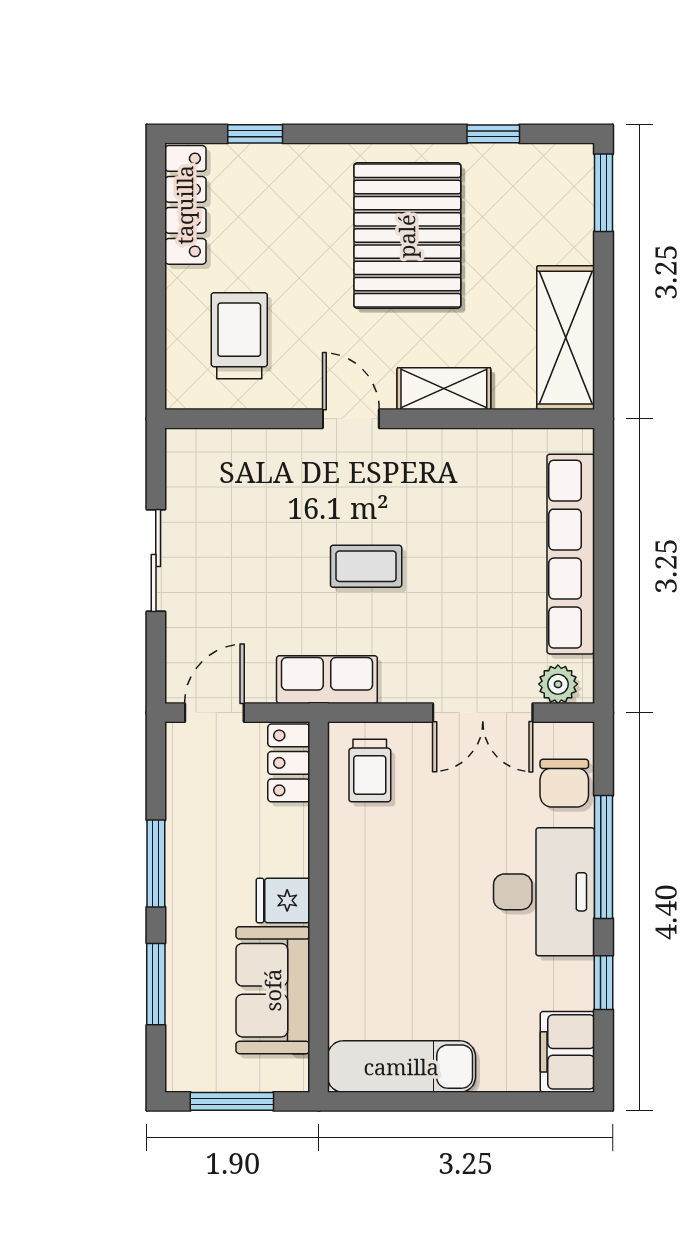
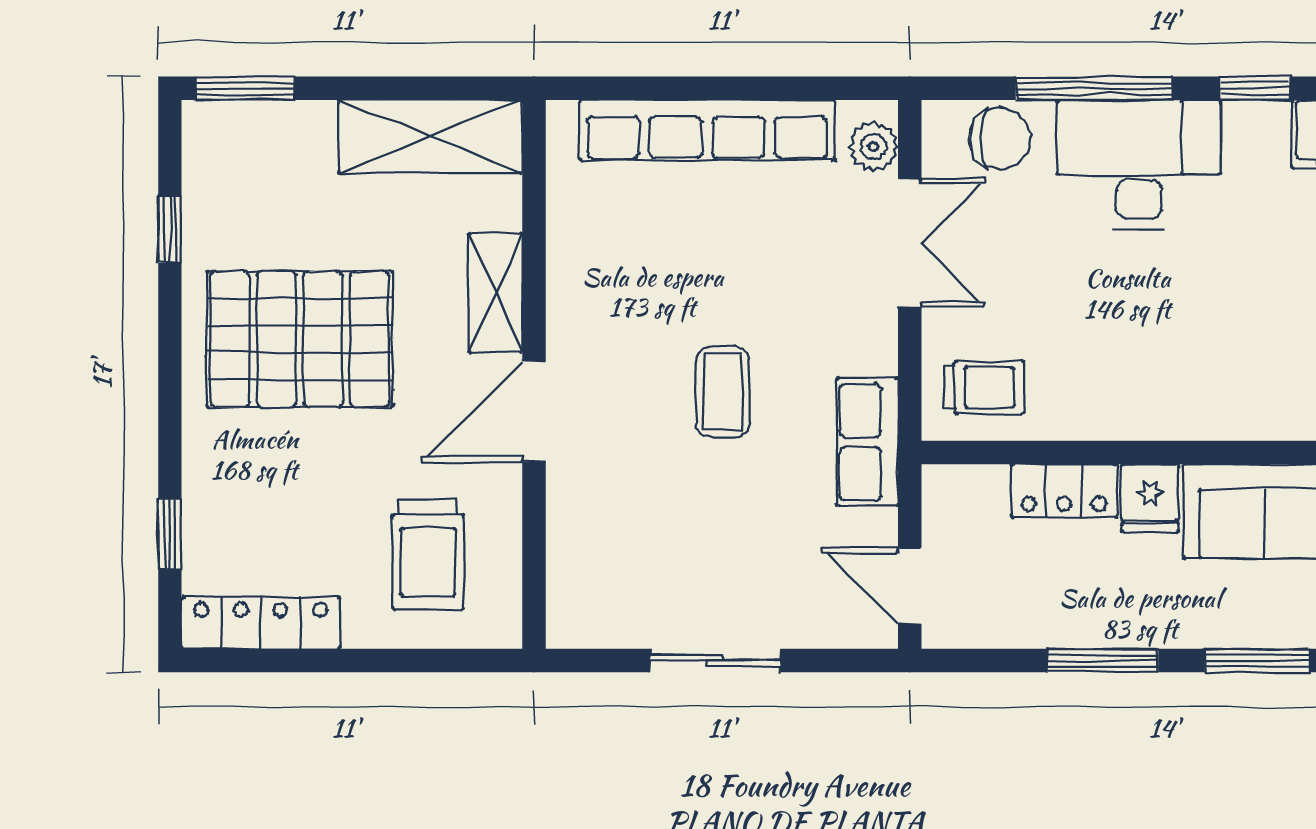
trolley: (239, 336) -> (428, 554), turned -90
door: (351, 419) -> (534, 411), width x1.37
locker: (289, 763) -> (1064, 491), moved

